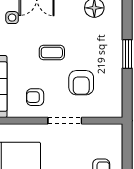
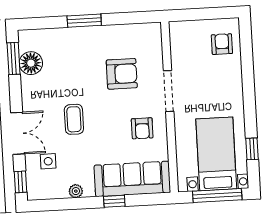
coffee table: (52, 53) -> (74, 119), moved

